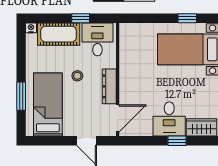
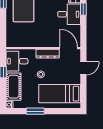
window: (21, 96) -> (35, 111), moved

